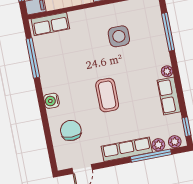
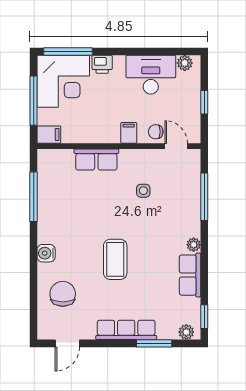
row of seats: (50, 24) -> (96, 160), moved
side table: (119, 36) -> (143, 191), width x0.54, depth x0.54
plant: (158, 145) -> (166, 332), removed
window: (151, 156) -> (154, 343), width x0.69

